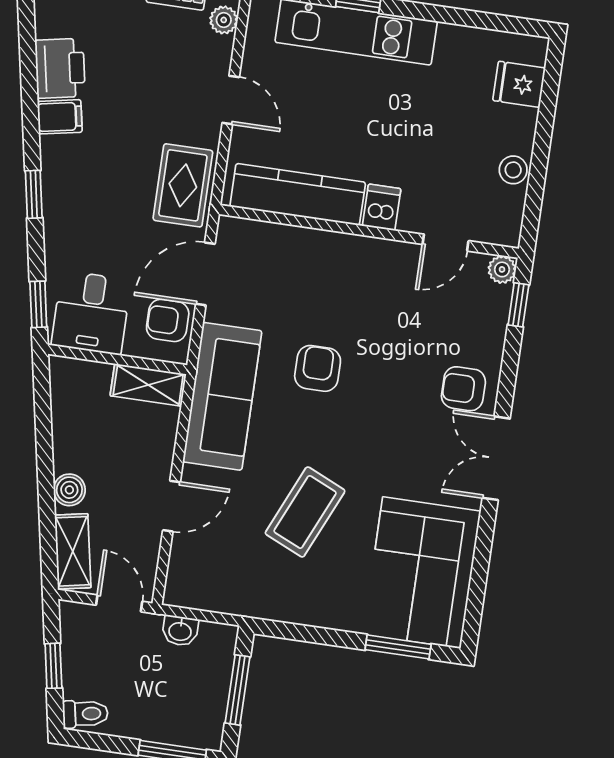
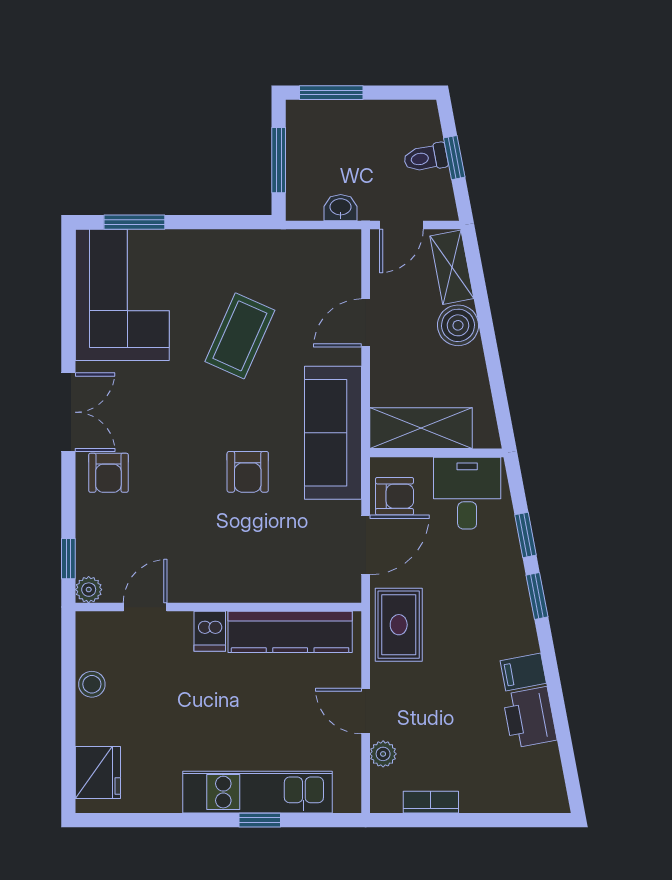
plant: (224, 20) -> (383, 754), moved
fridge: (519, 84) -> (98, 772), width x1.38
window: (38, 304) -> (525, 535), moved
shelving: (148, 385) -> (421, 428), width x1.50, depth x1.33
armchair: (463, 389) -> (108, 473), turned 90
boiler: (69, 490) -> (458, 325), width x1.36, depth x1.36
door: (119, 603) -> (401, 225), hinge flipped
toilet: (85, 714) -> (426, 158), moved

